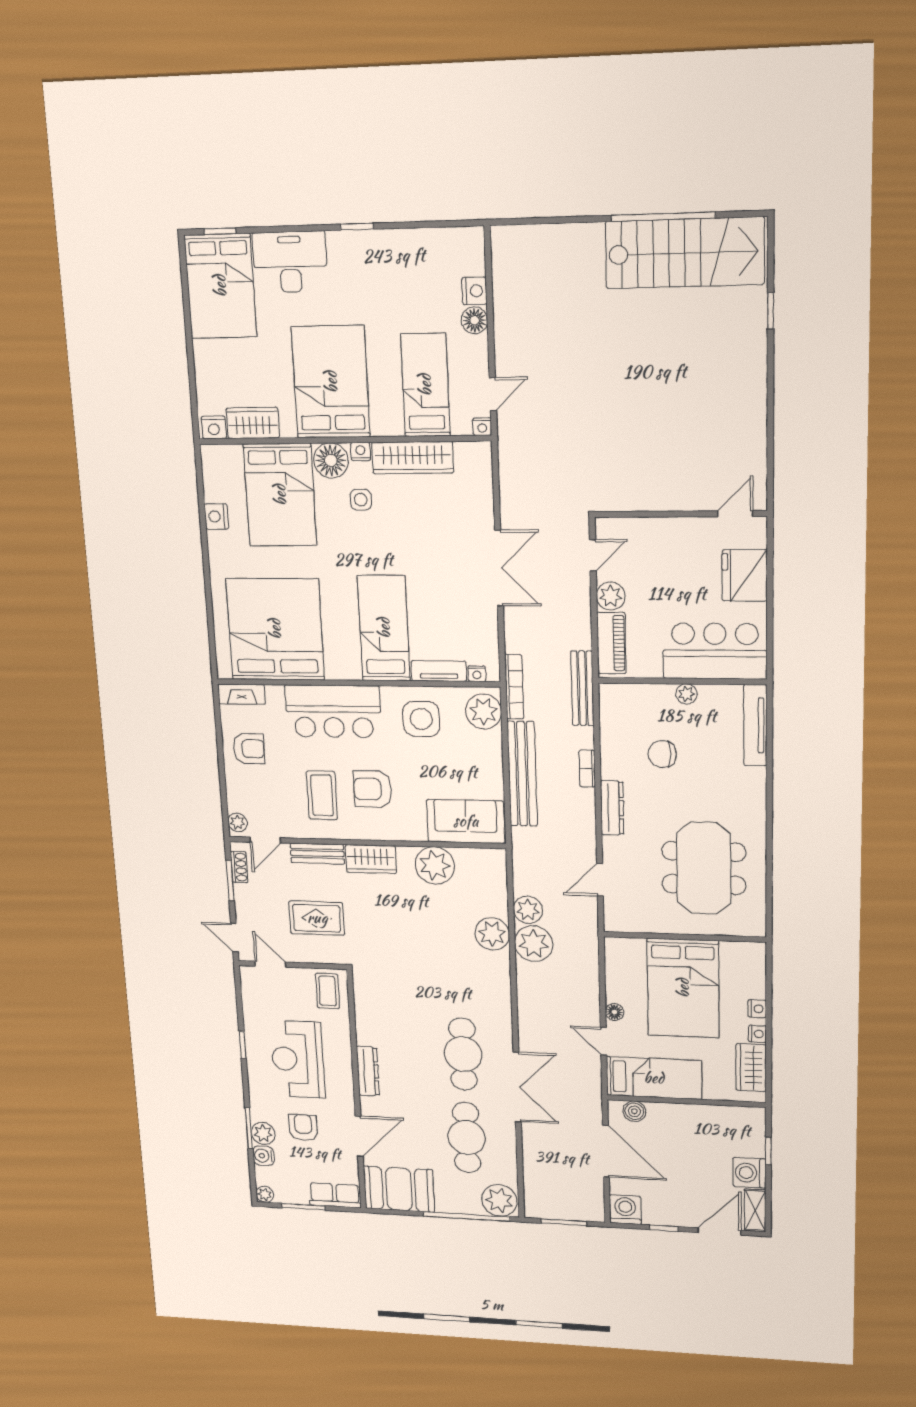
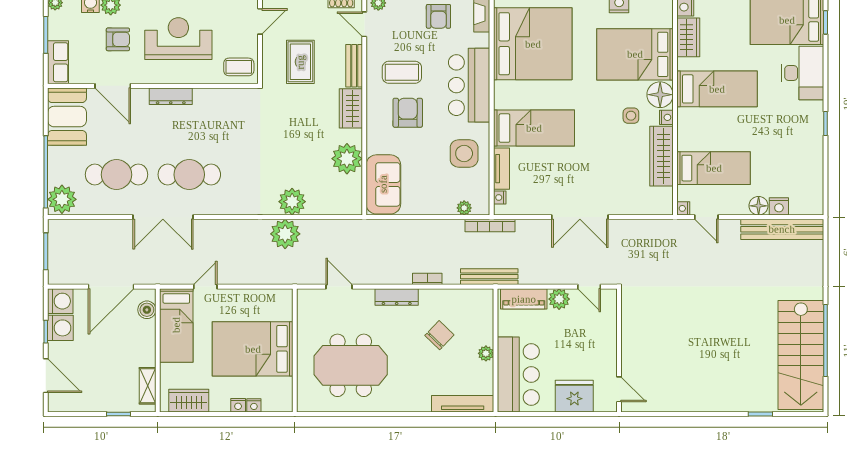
bed: (331, 382) -> (717, 89), width x0.67
plant: (484, 711) -> (464, 208), width x0.53, depth x0.53
chair: (662, 754) -> (439, 335), turned 44
bench: (522, 774) -> (782, 229), moved
plant: (528, 910) -> (313, 230), removed
floor lamp: (614, 1012) -> (231, 296), removed
nightstand: (757, 1034) -> (254, 405), moved
washing machine: (749, 1173) -> (60, 328), moved, turned 90
shelving: (755, 1210) -> (148, 386), moved, turned 90

